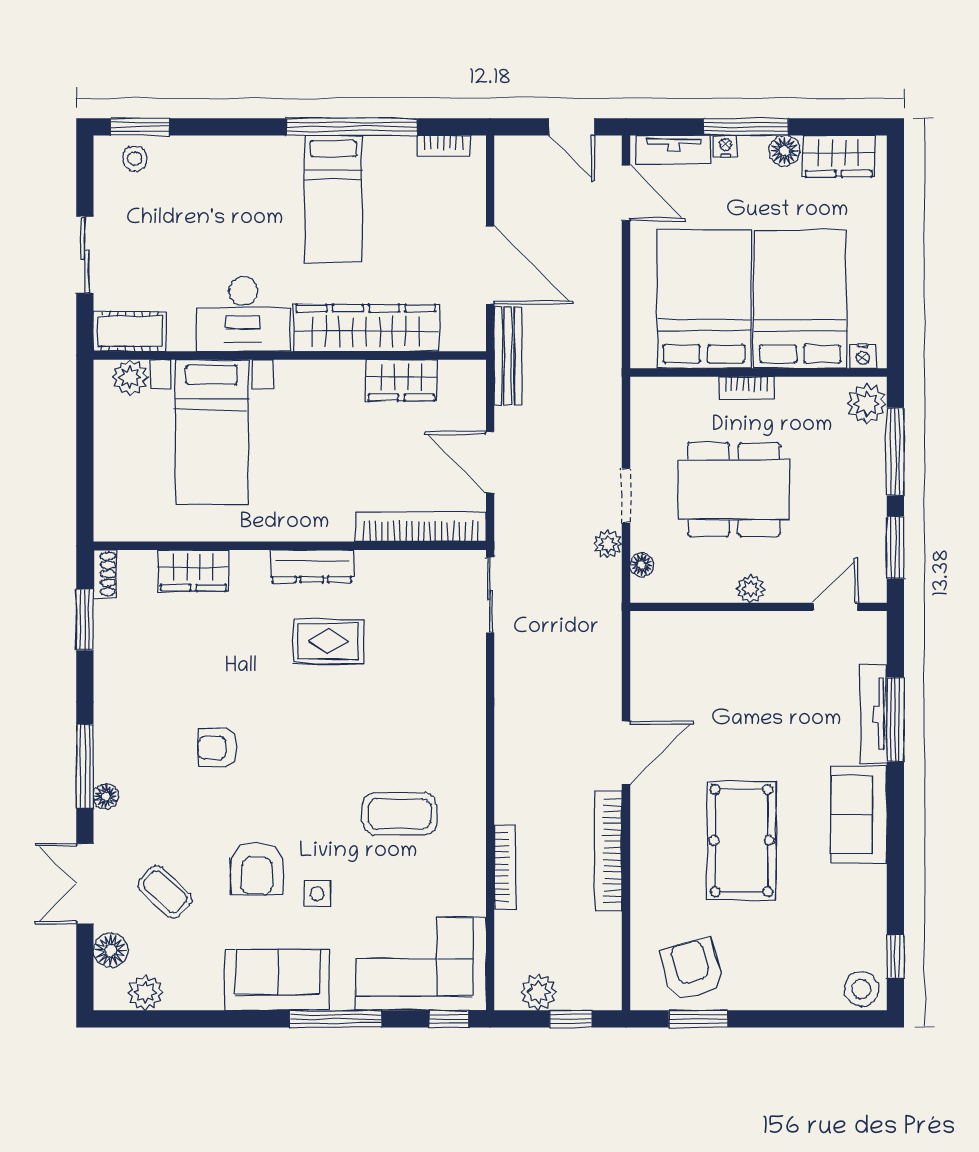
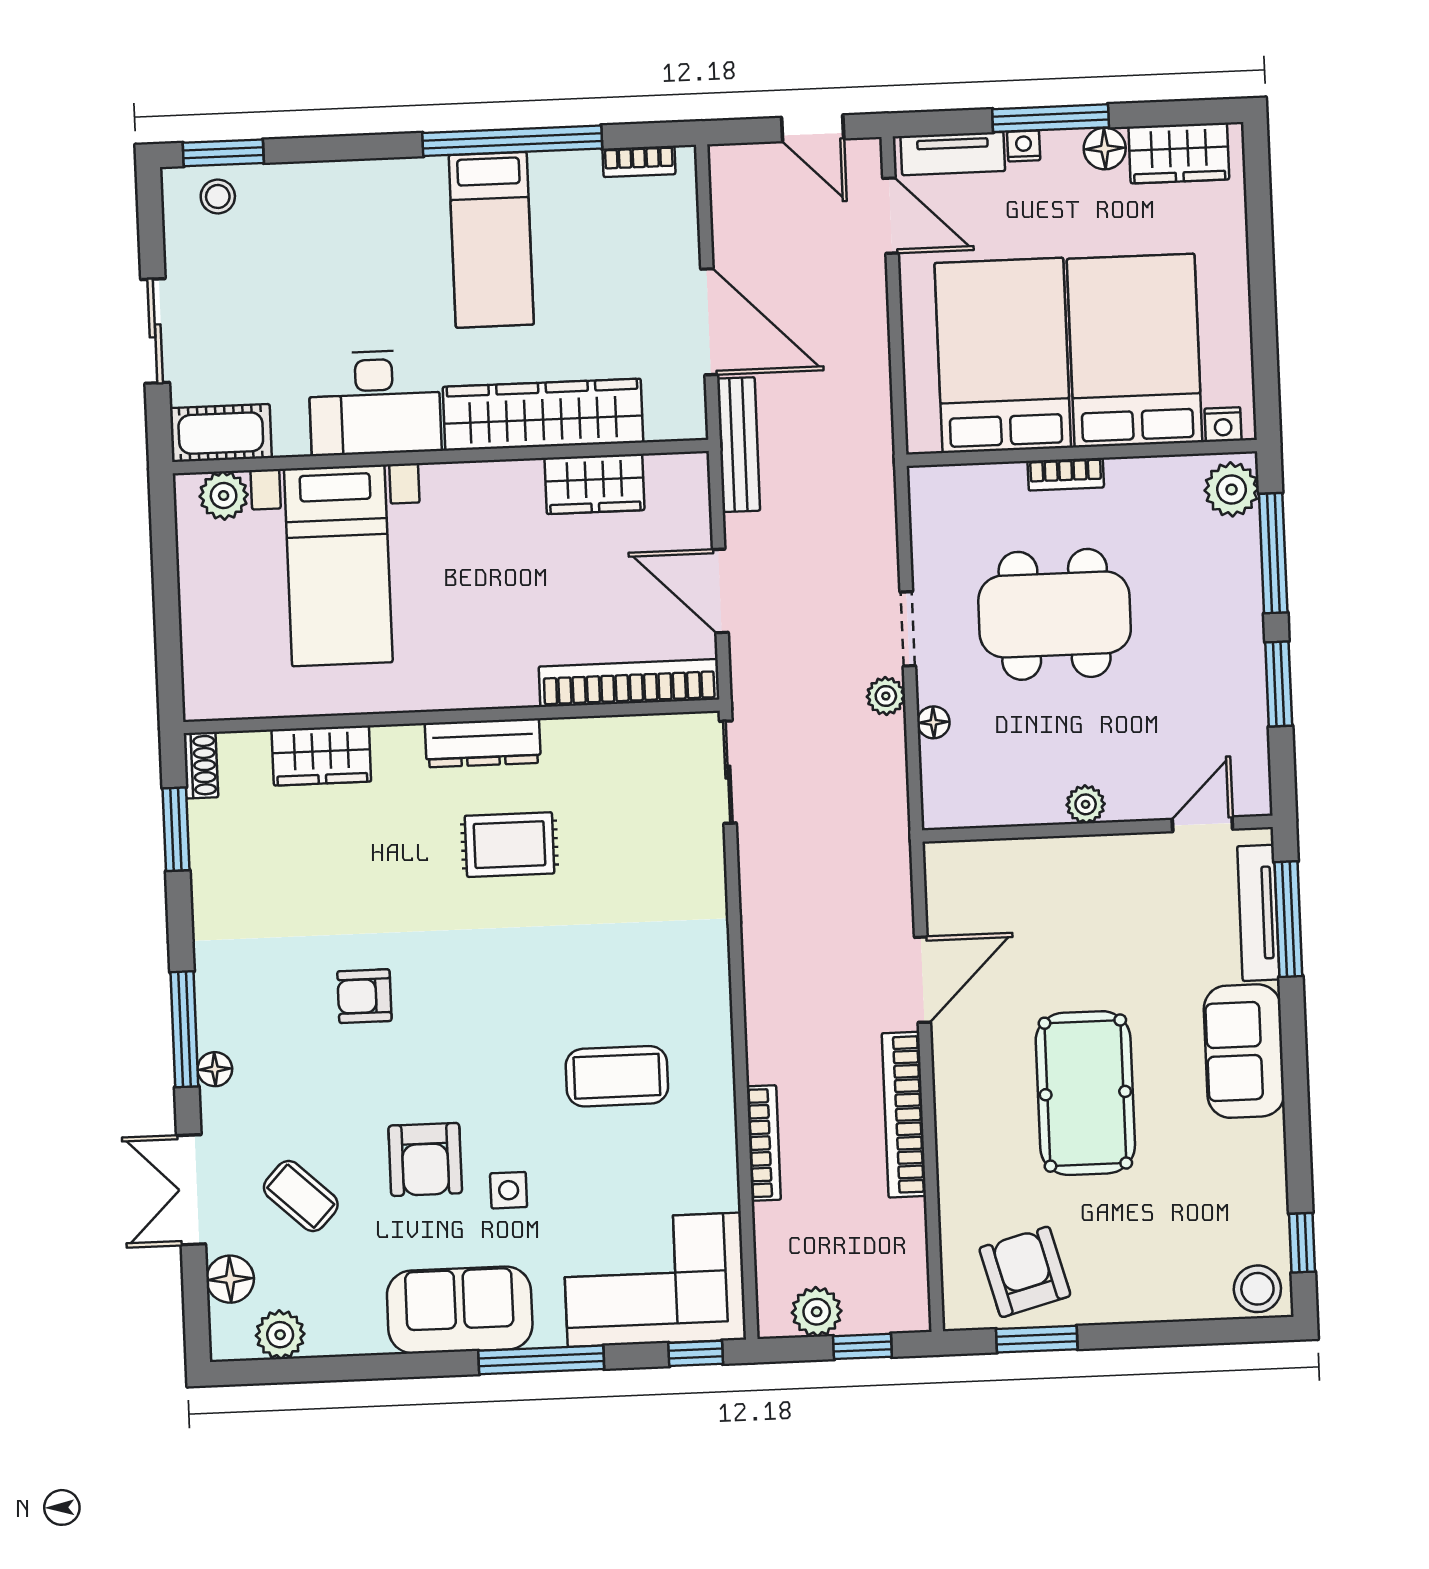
plant: (751, 589) -> (1086, 804), moved
wall: (758, 607) -> (1097, 829), moved
door: (835, 607) -> (1202, 824), moved

